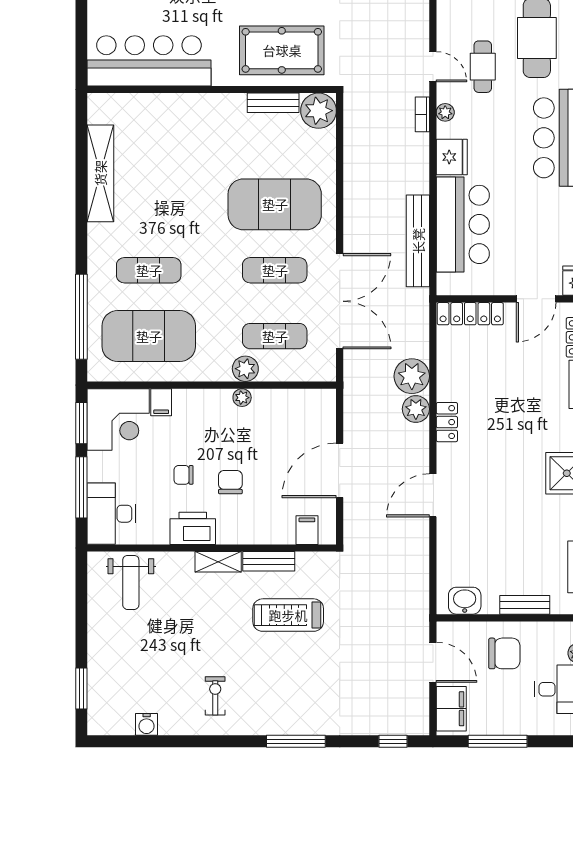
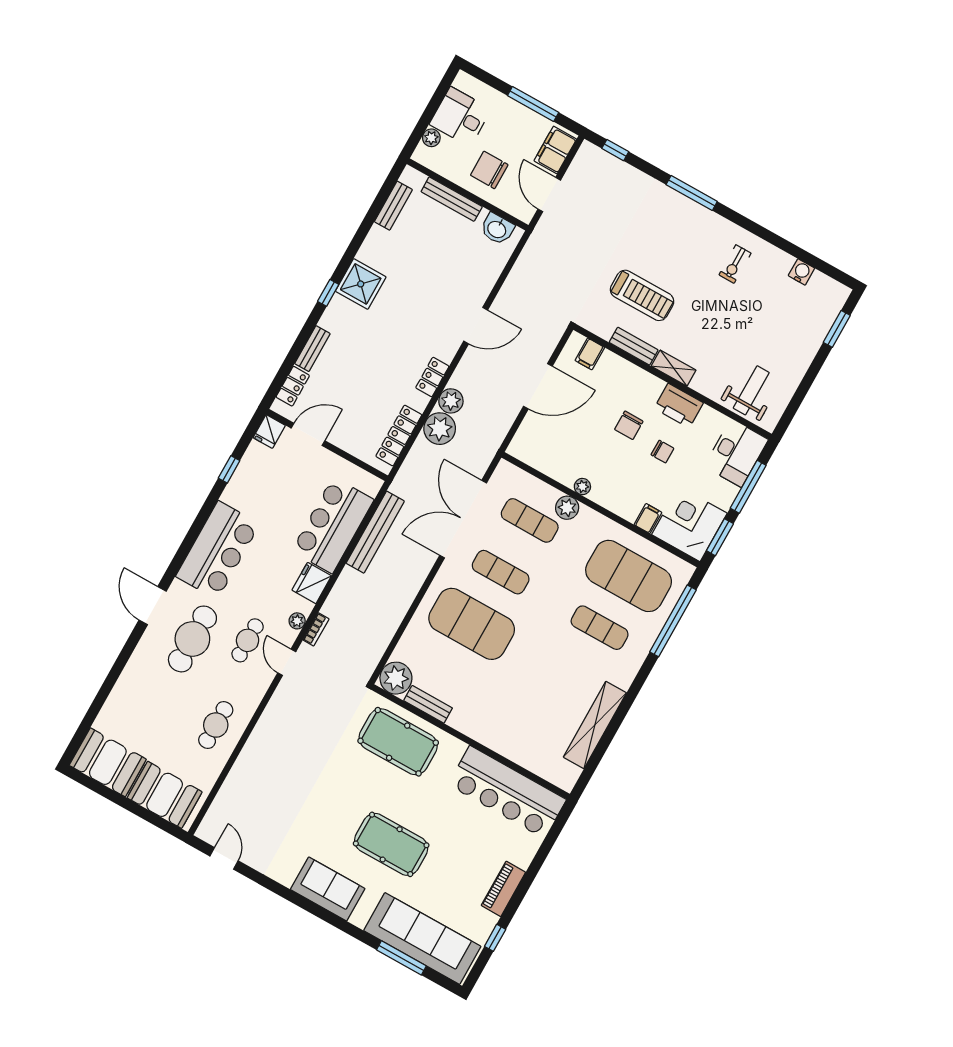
locker: (470, 314) -> (399, 436), moved, turned -90
bench: (525, 605) -> (452, 199), width x1.36

